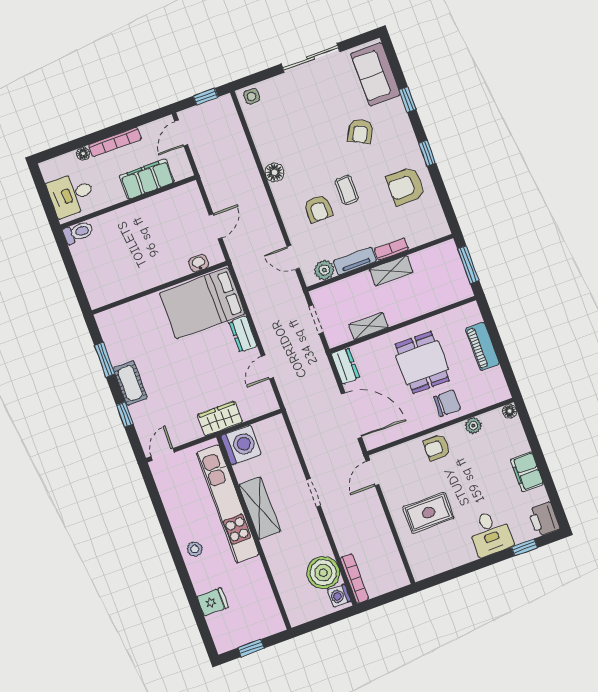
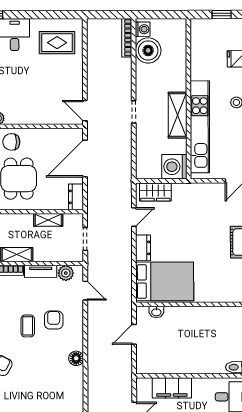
door: (351, 416) -> (85, 159), hinge flipped
wardrobe: (220, 418) -> (155, 192), moved
armchair: (437, 448) -> (31, 112), removed
door: (373, 473) -> (85, 111), swing flipped
rug: (428, 513) -> (57, 43), moved

